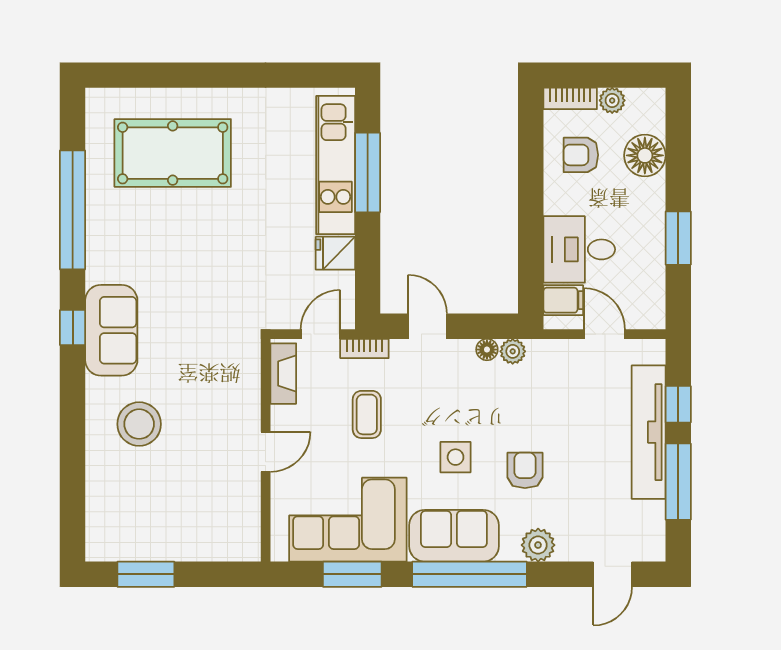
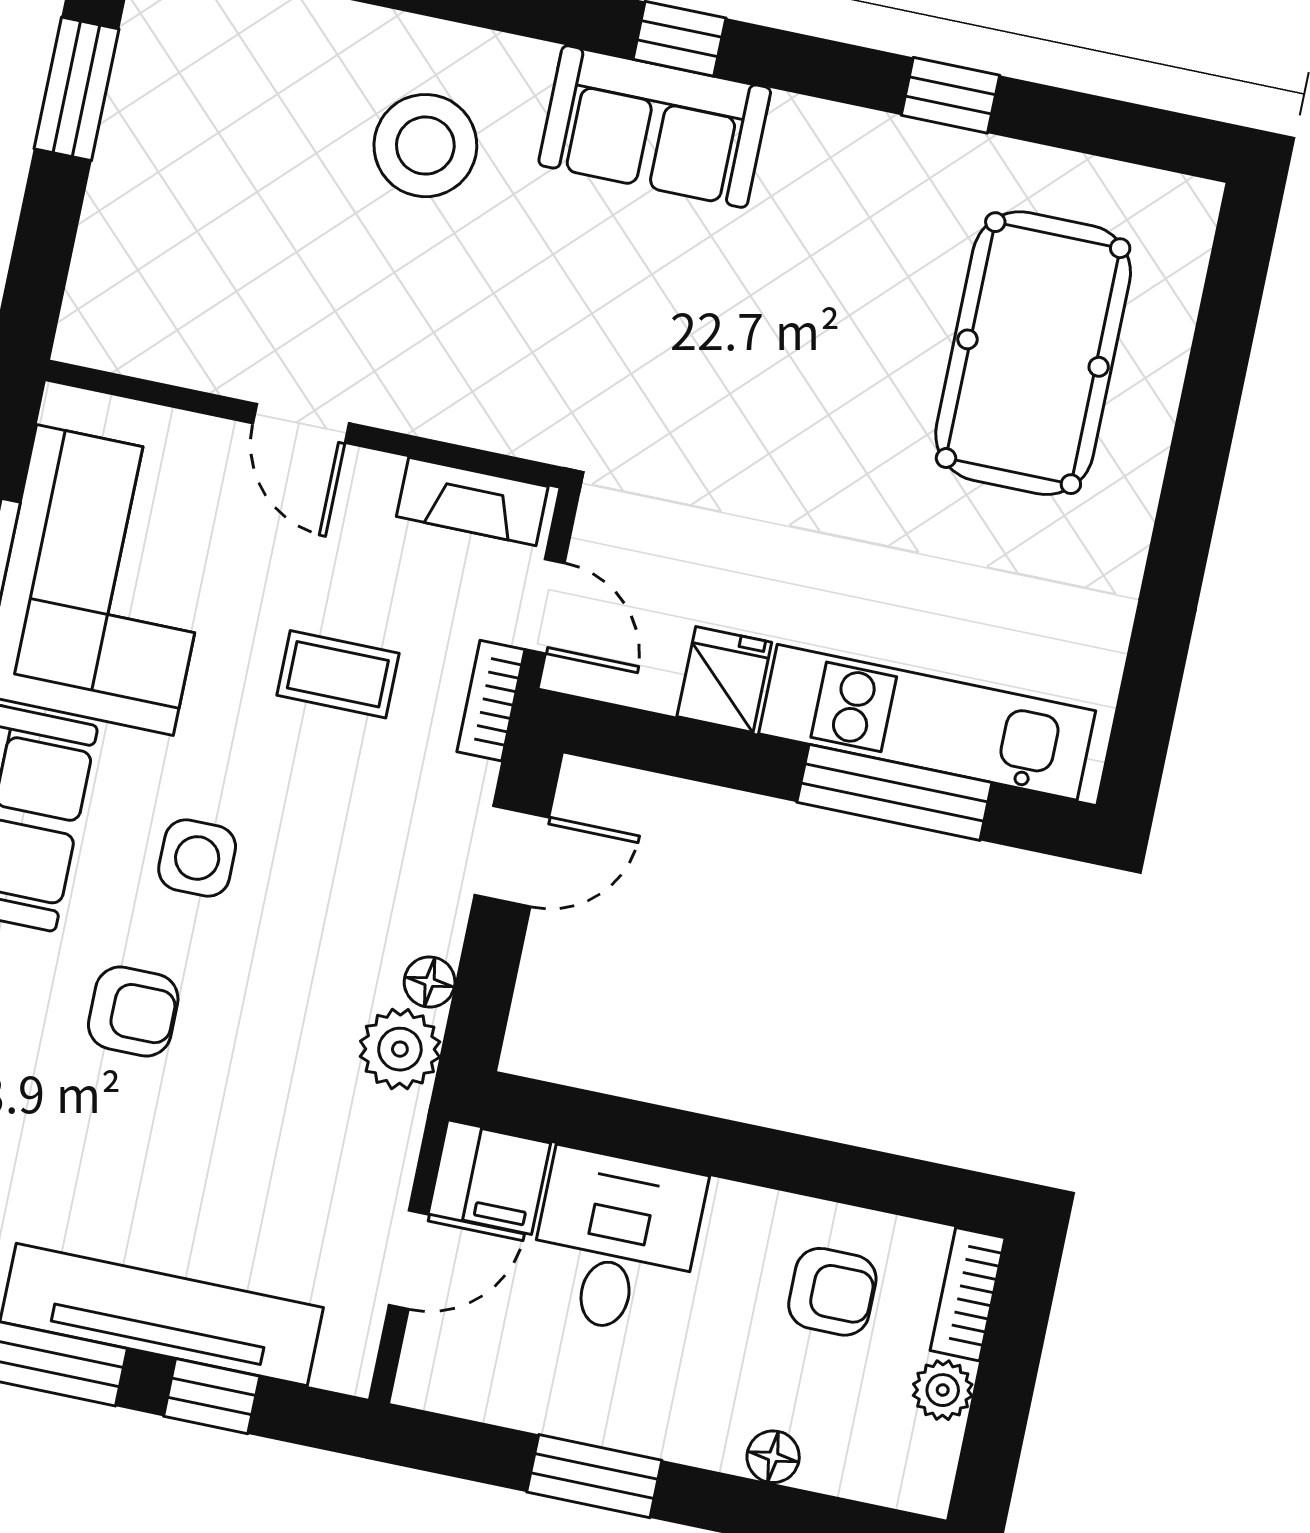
armchair: (581, 155) -> (832, 1292), turned 90
floor lamp: (645, 155) -> (773, 1457), width x0.53, depth x0.53
window: (73, 210) -> (950, 95), width x0.32
plant: (513, 351) -> (400, 1049), width x1.38, depth x1.38

